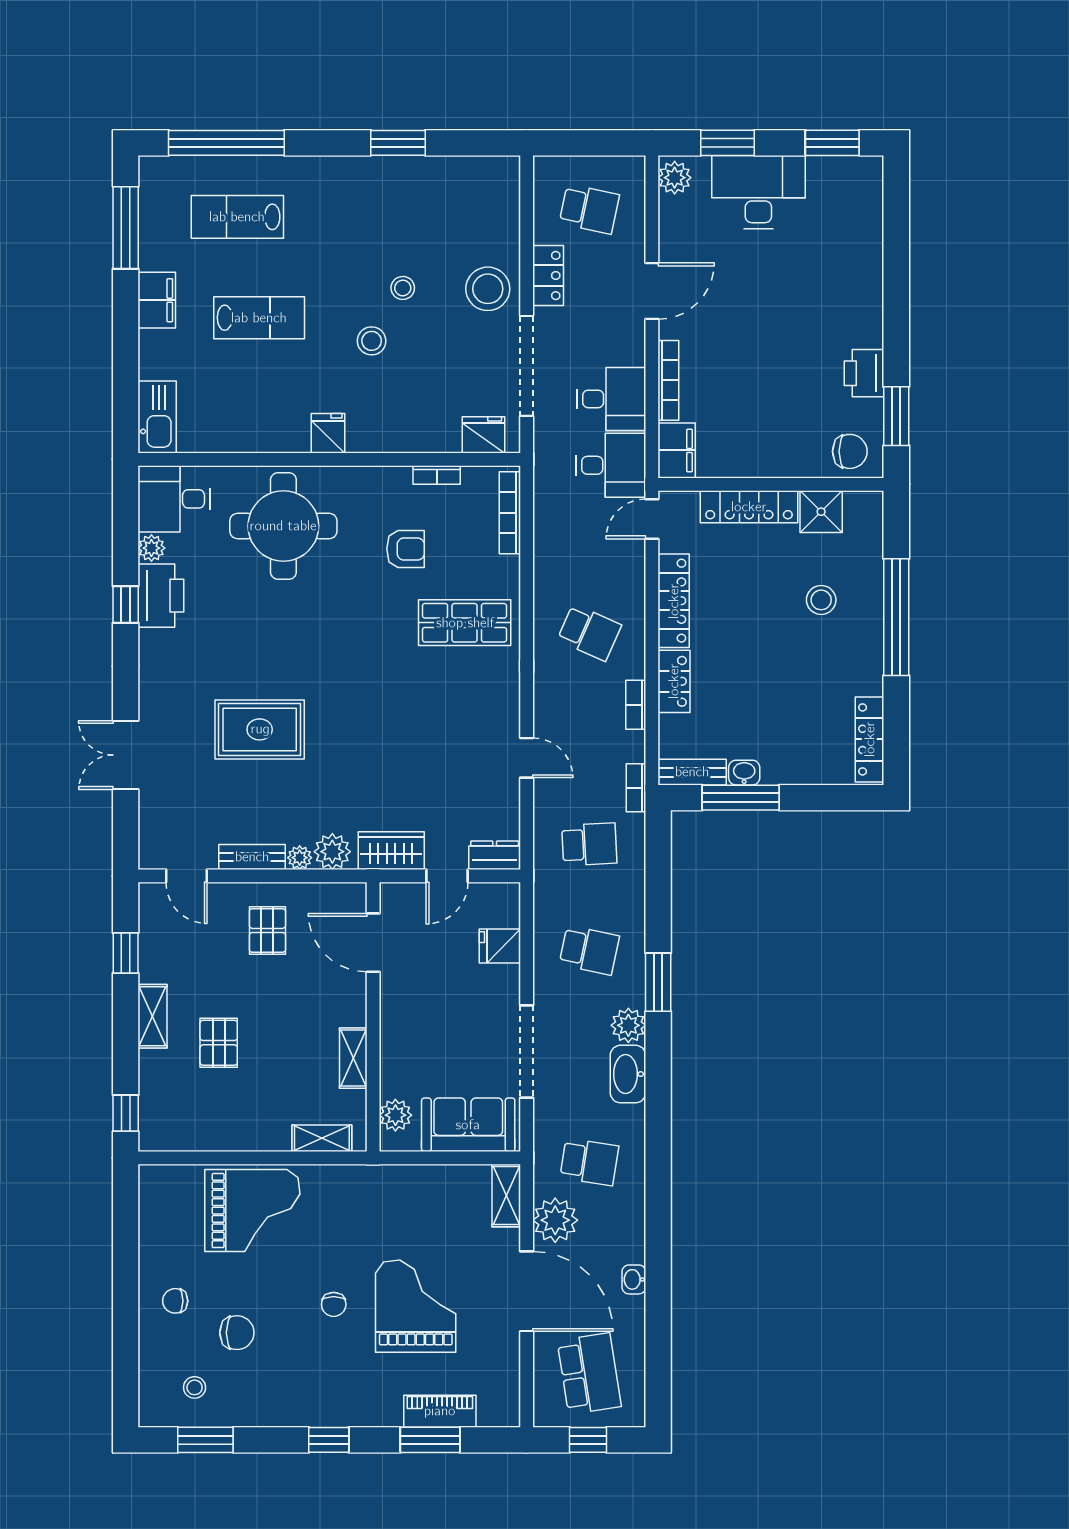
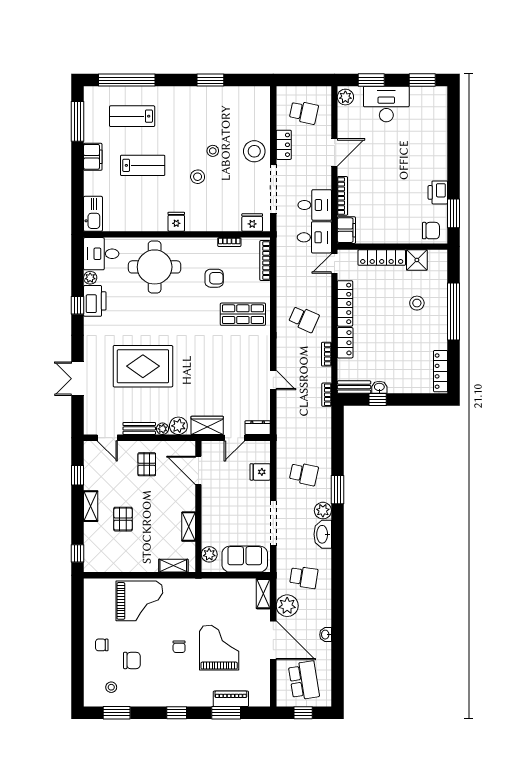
rug: (260, 729) -> (143, 366), width x1.37, depth x1.44
window: (741, 798) -> (378, 399), width x0.46
school desk: (589, 844) -> (304, 422), removed

